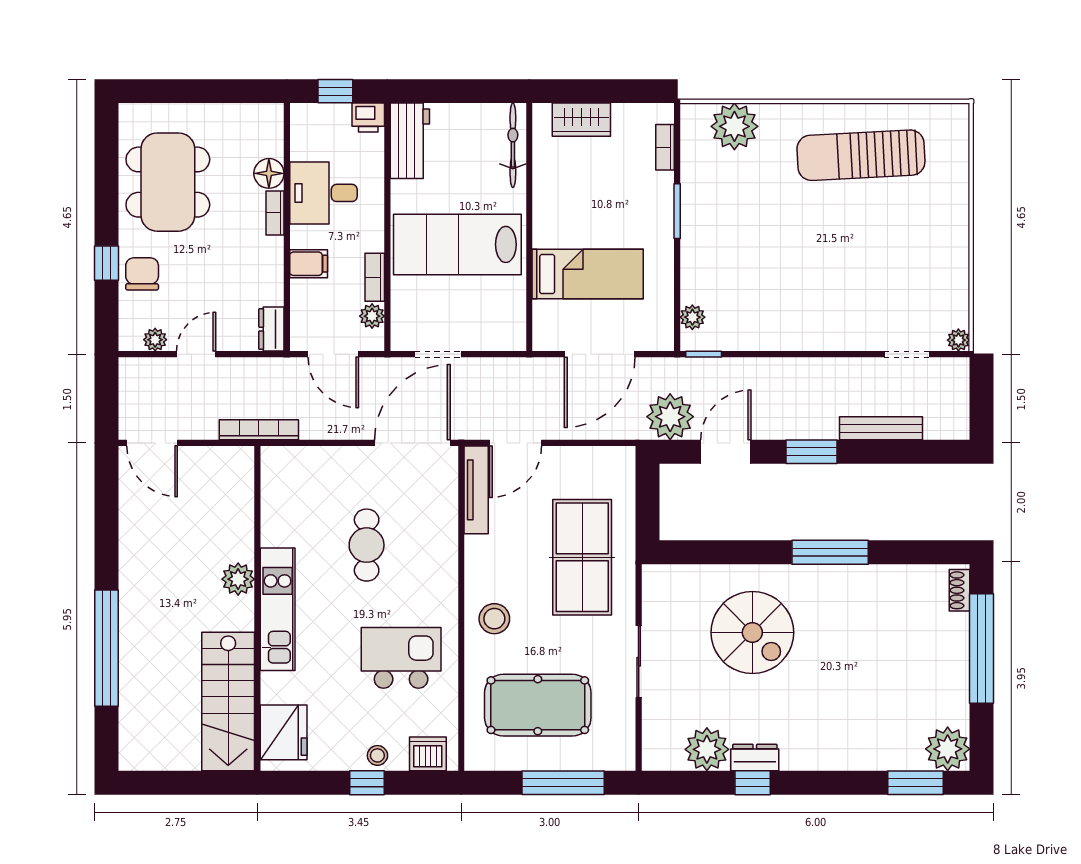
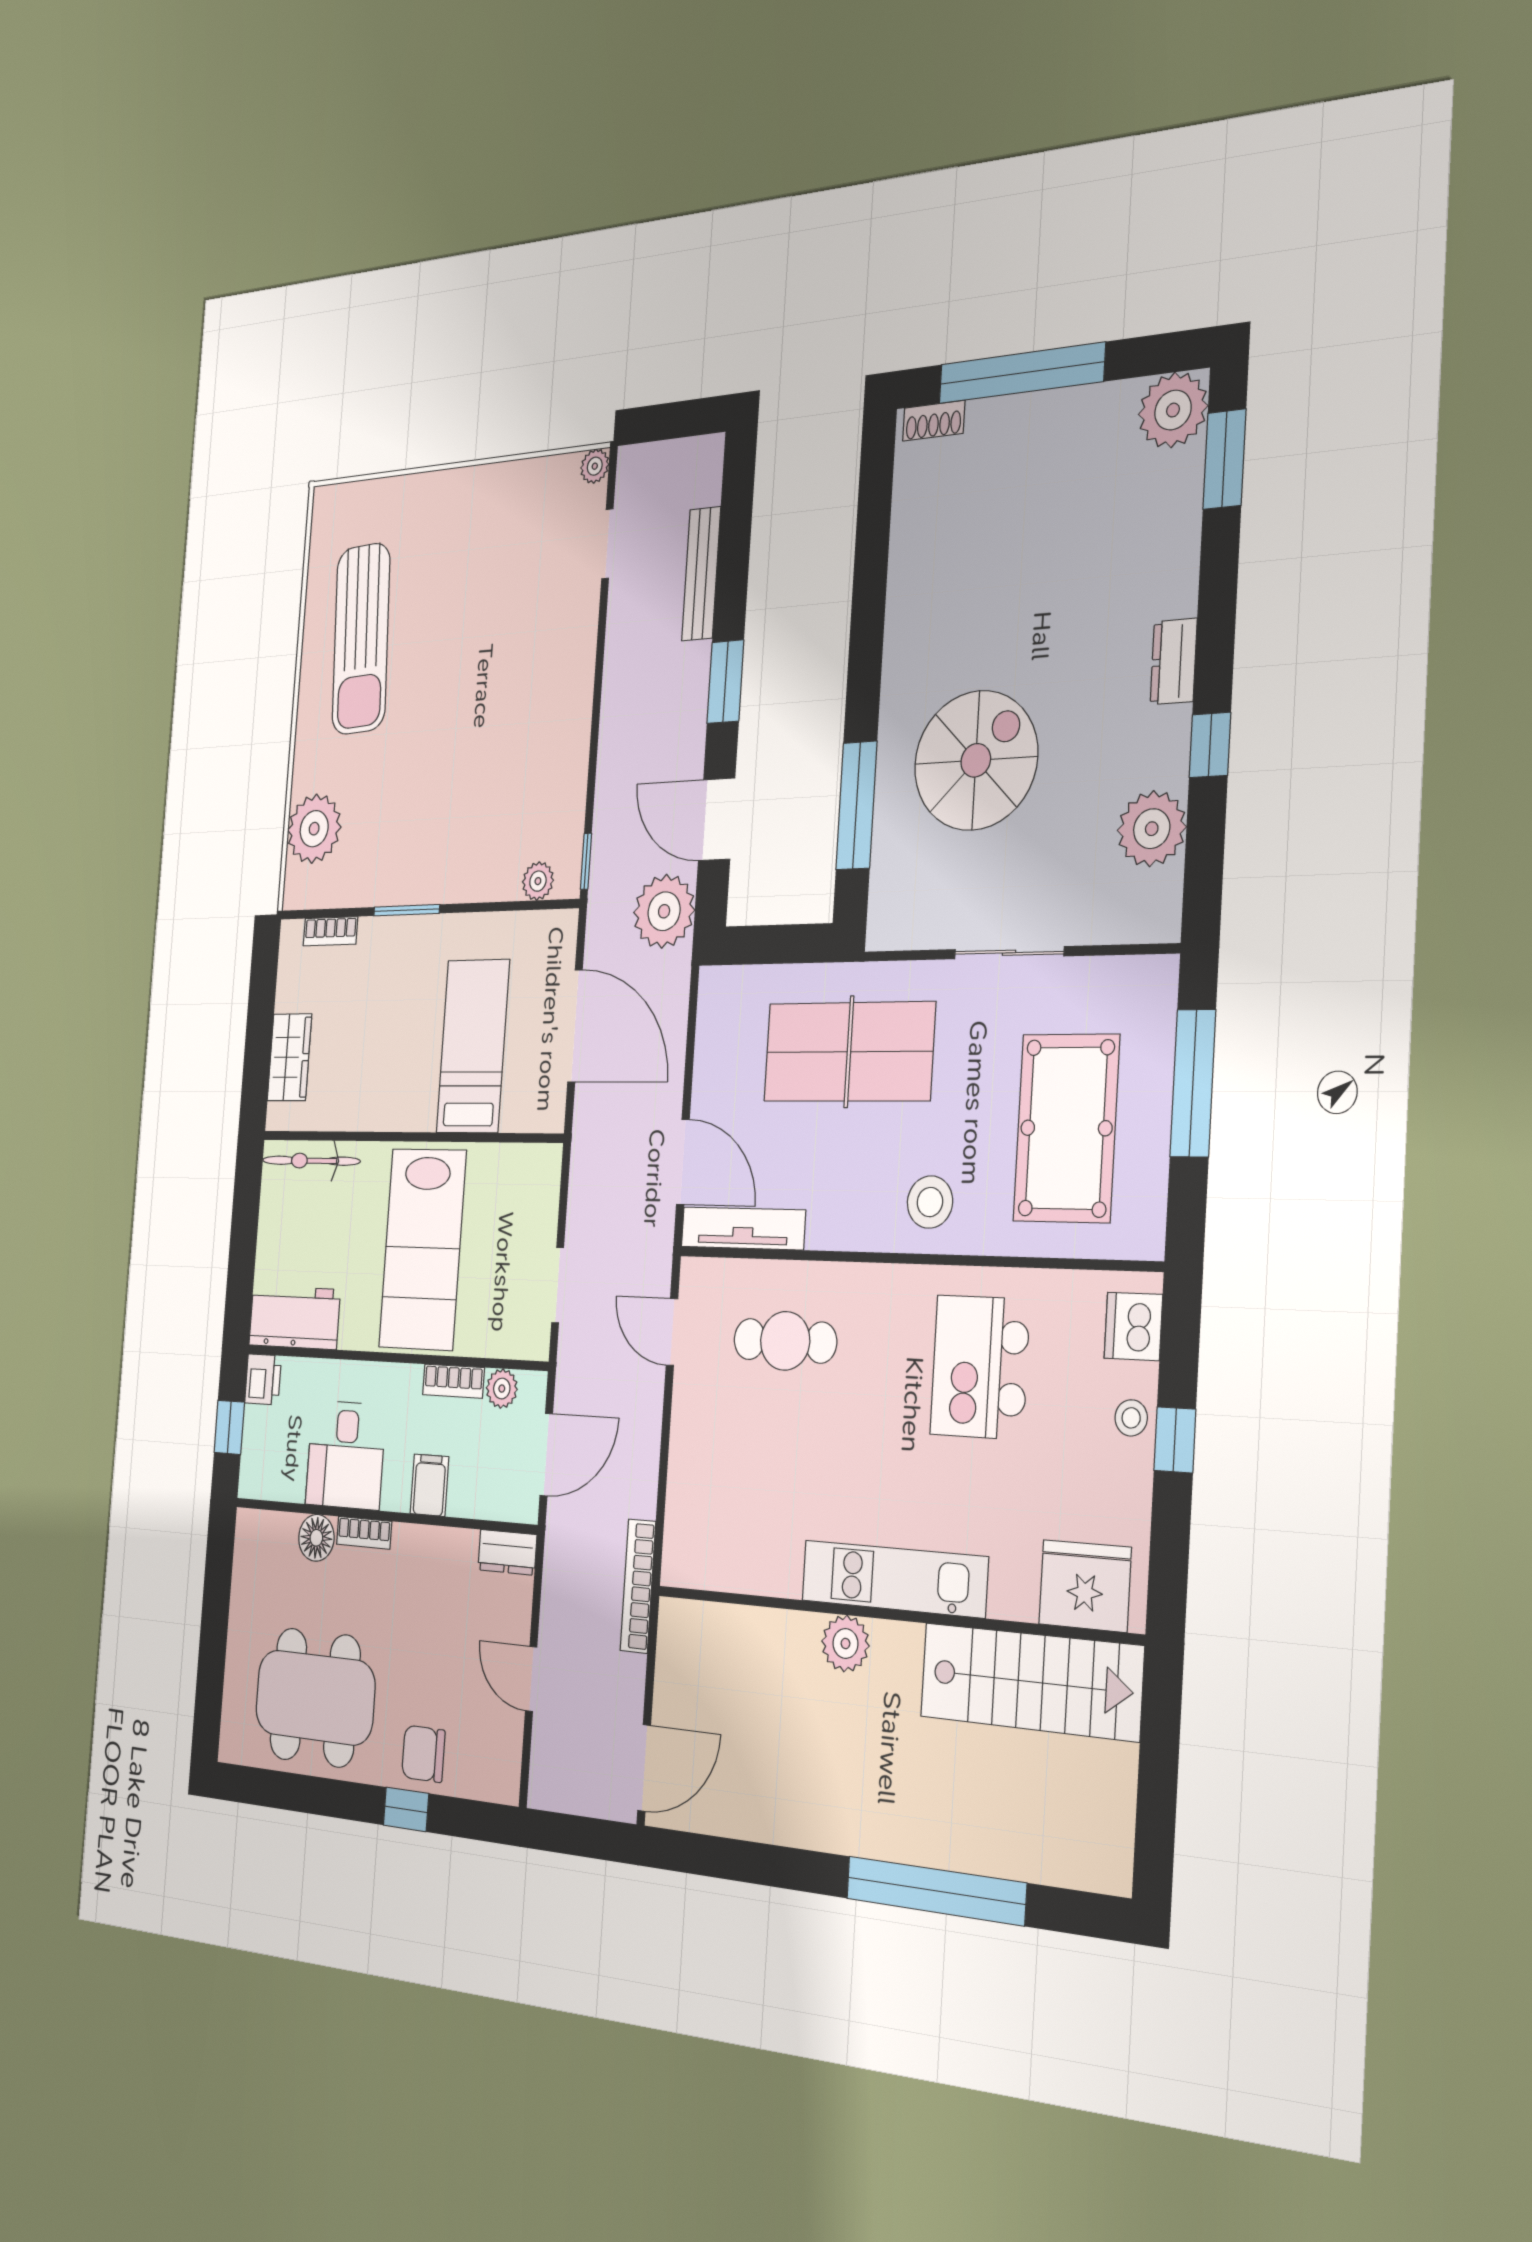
plant: (155, 340) -> (508, 1744), removed
door: (412, 443) -> (672, 1332), width x0.53
cafe table: (367, 545) -> (785, 1341), moved
window: (830, 552) -> (856, 805), moved
dresser: (755, 758) -> (1174, 661), moved

